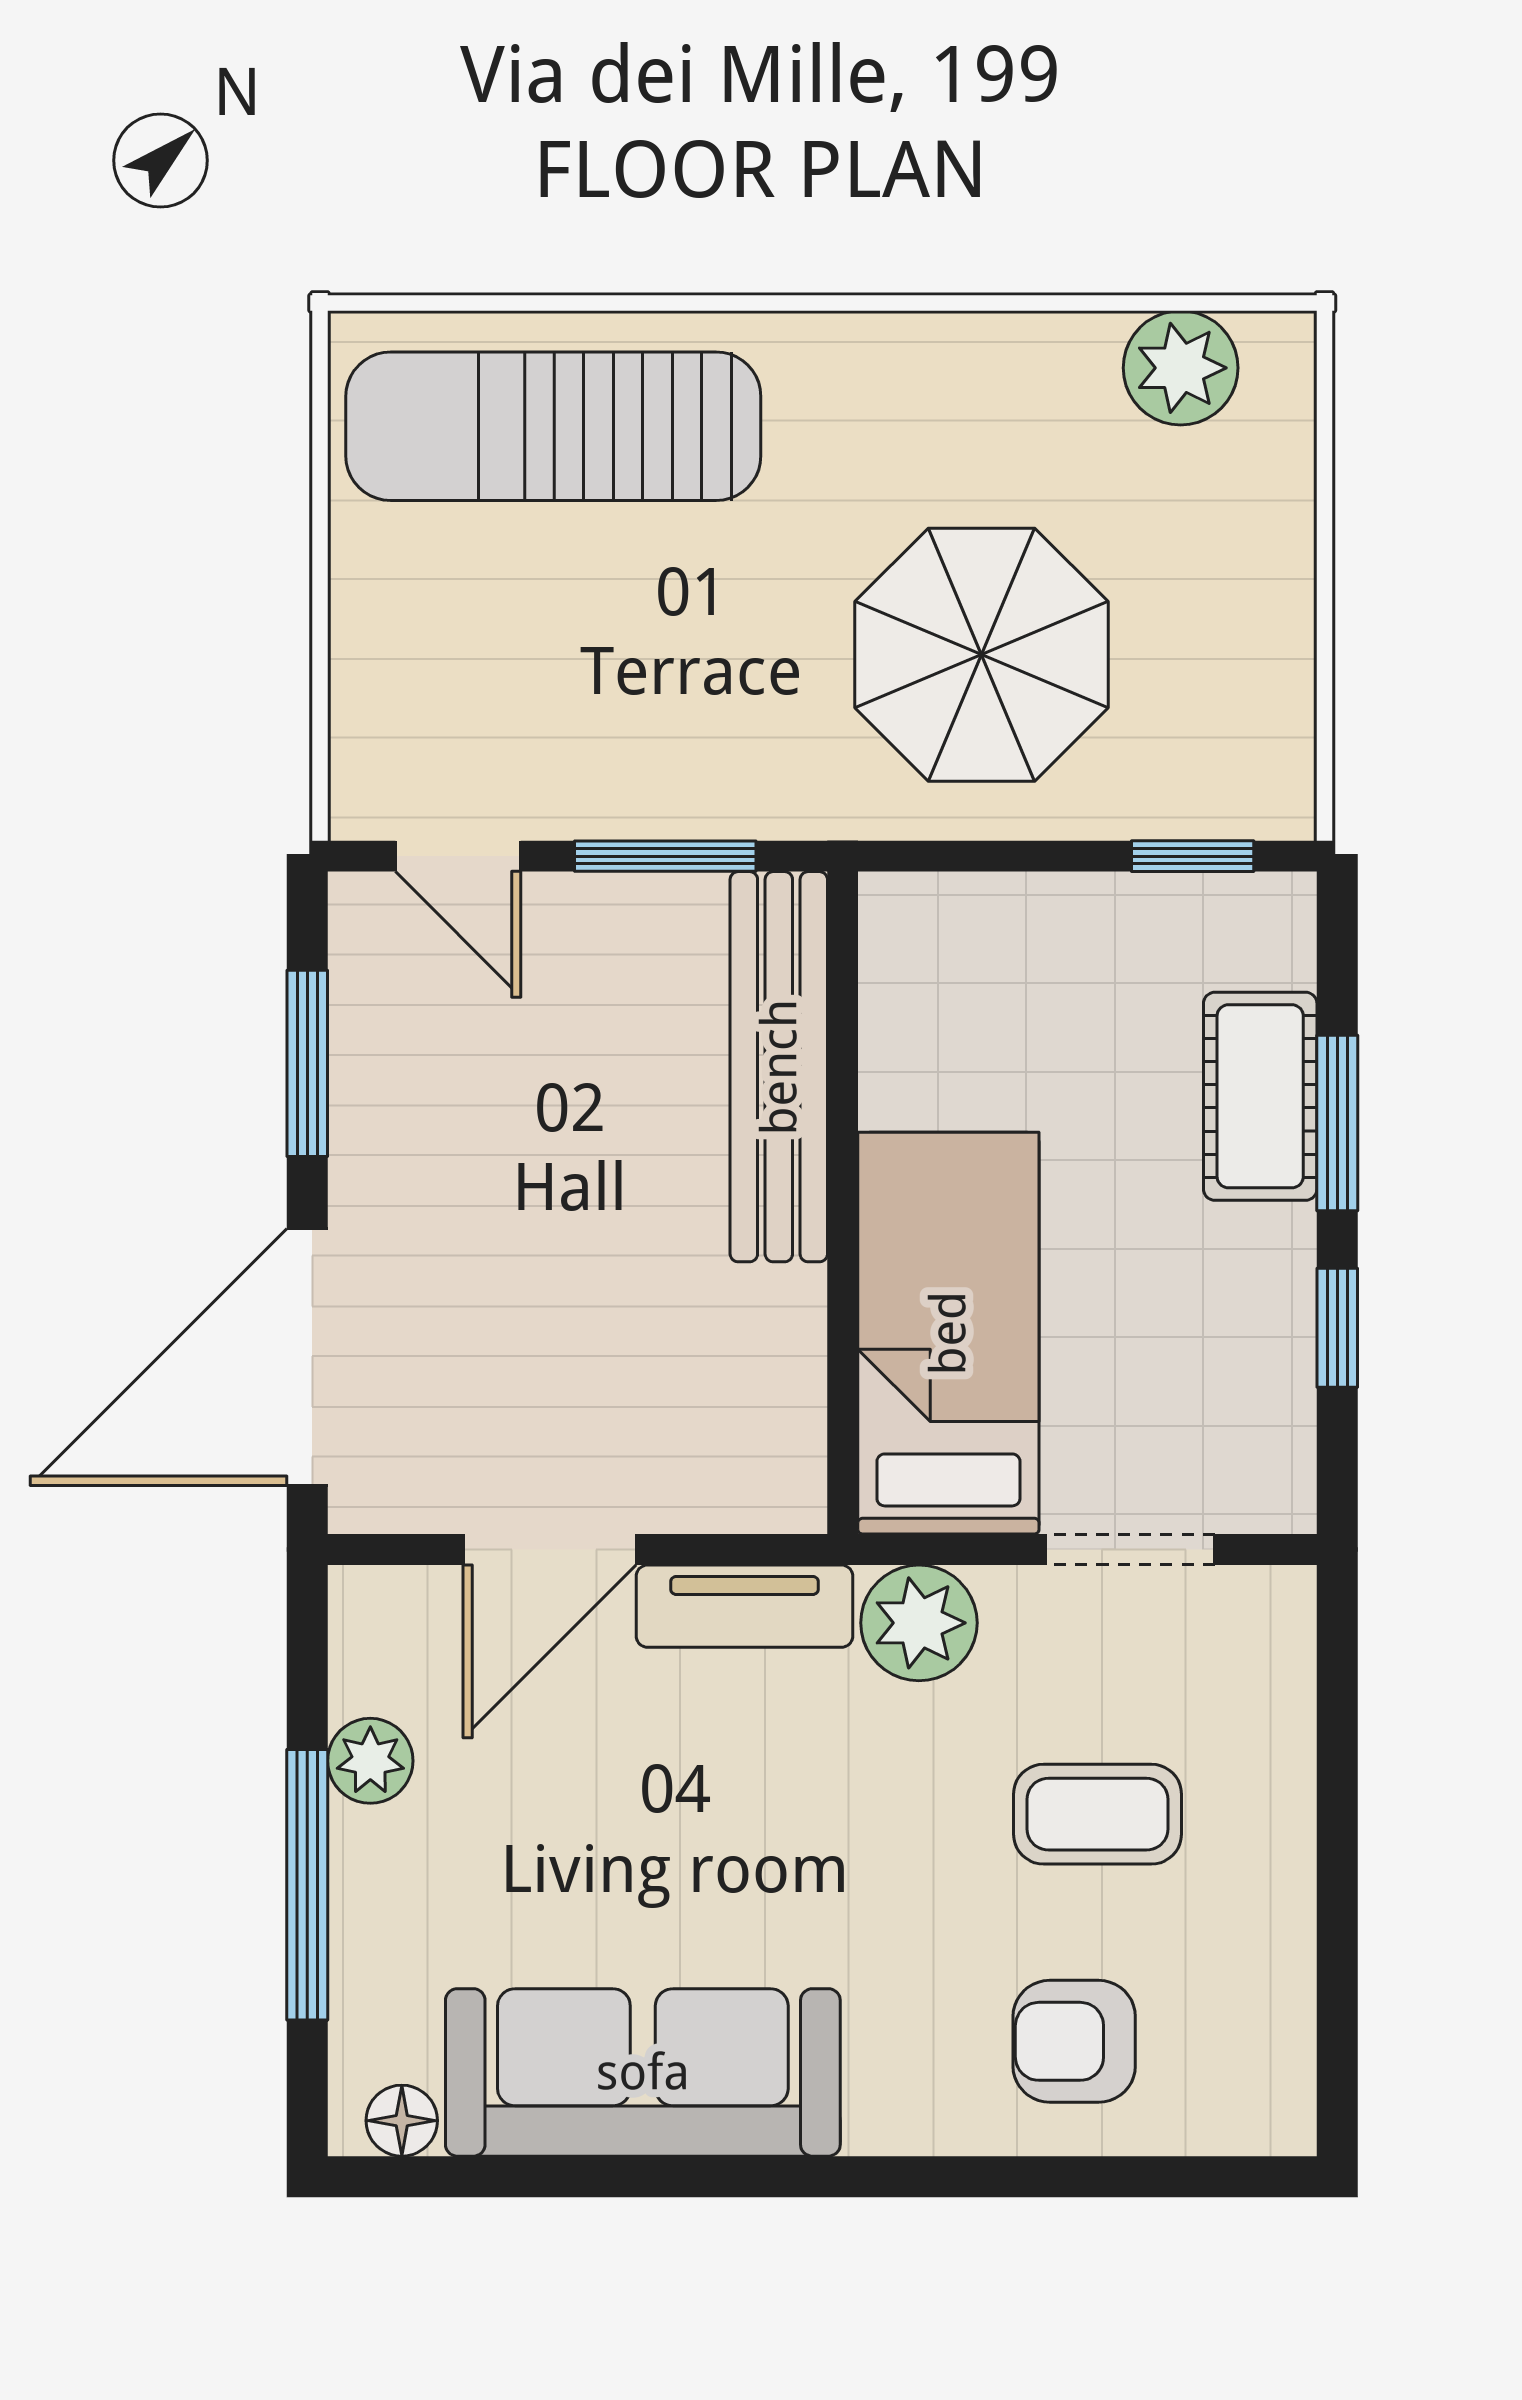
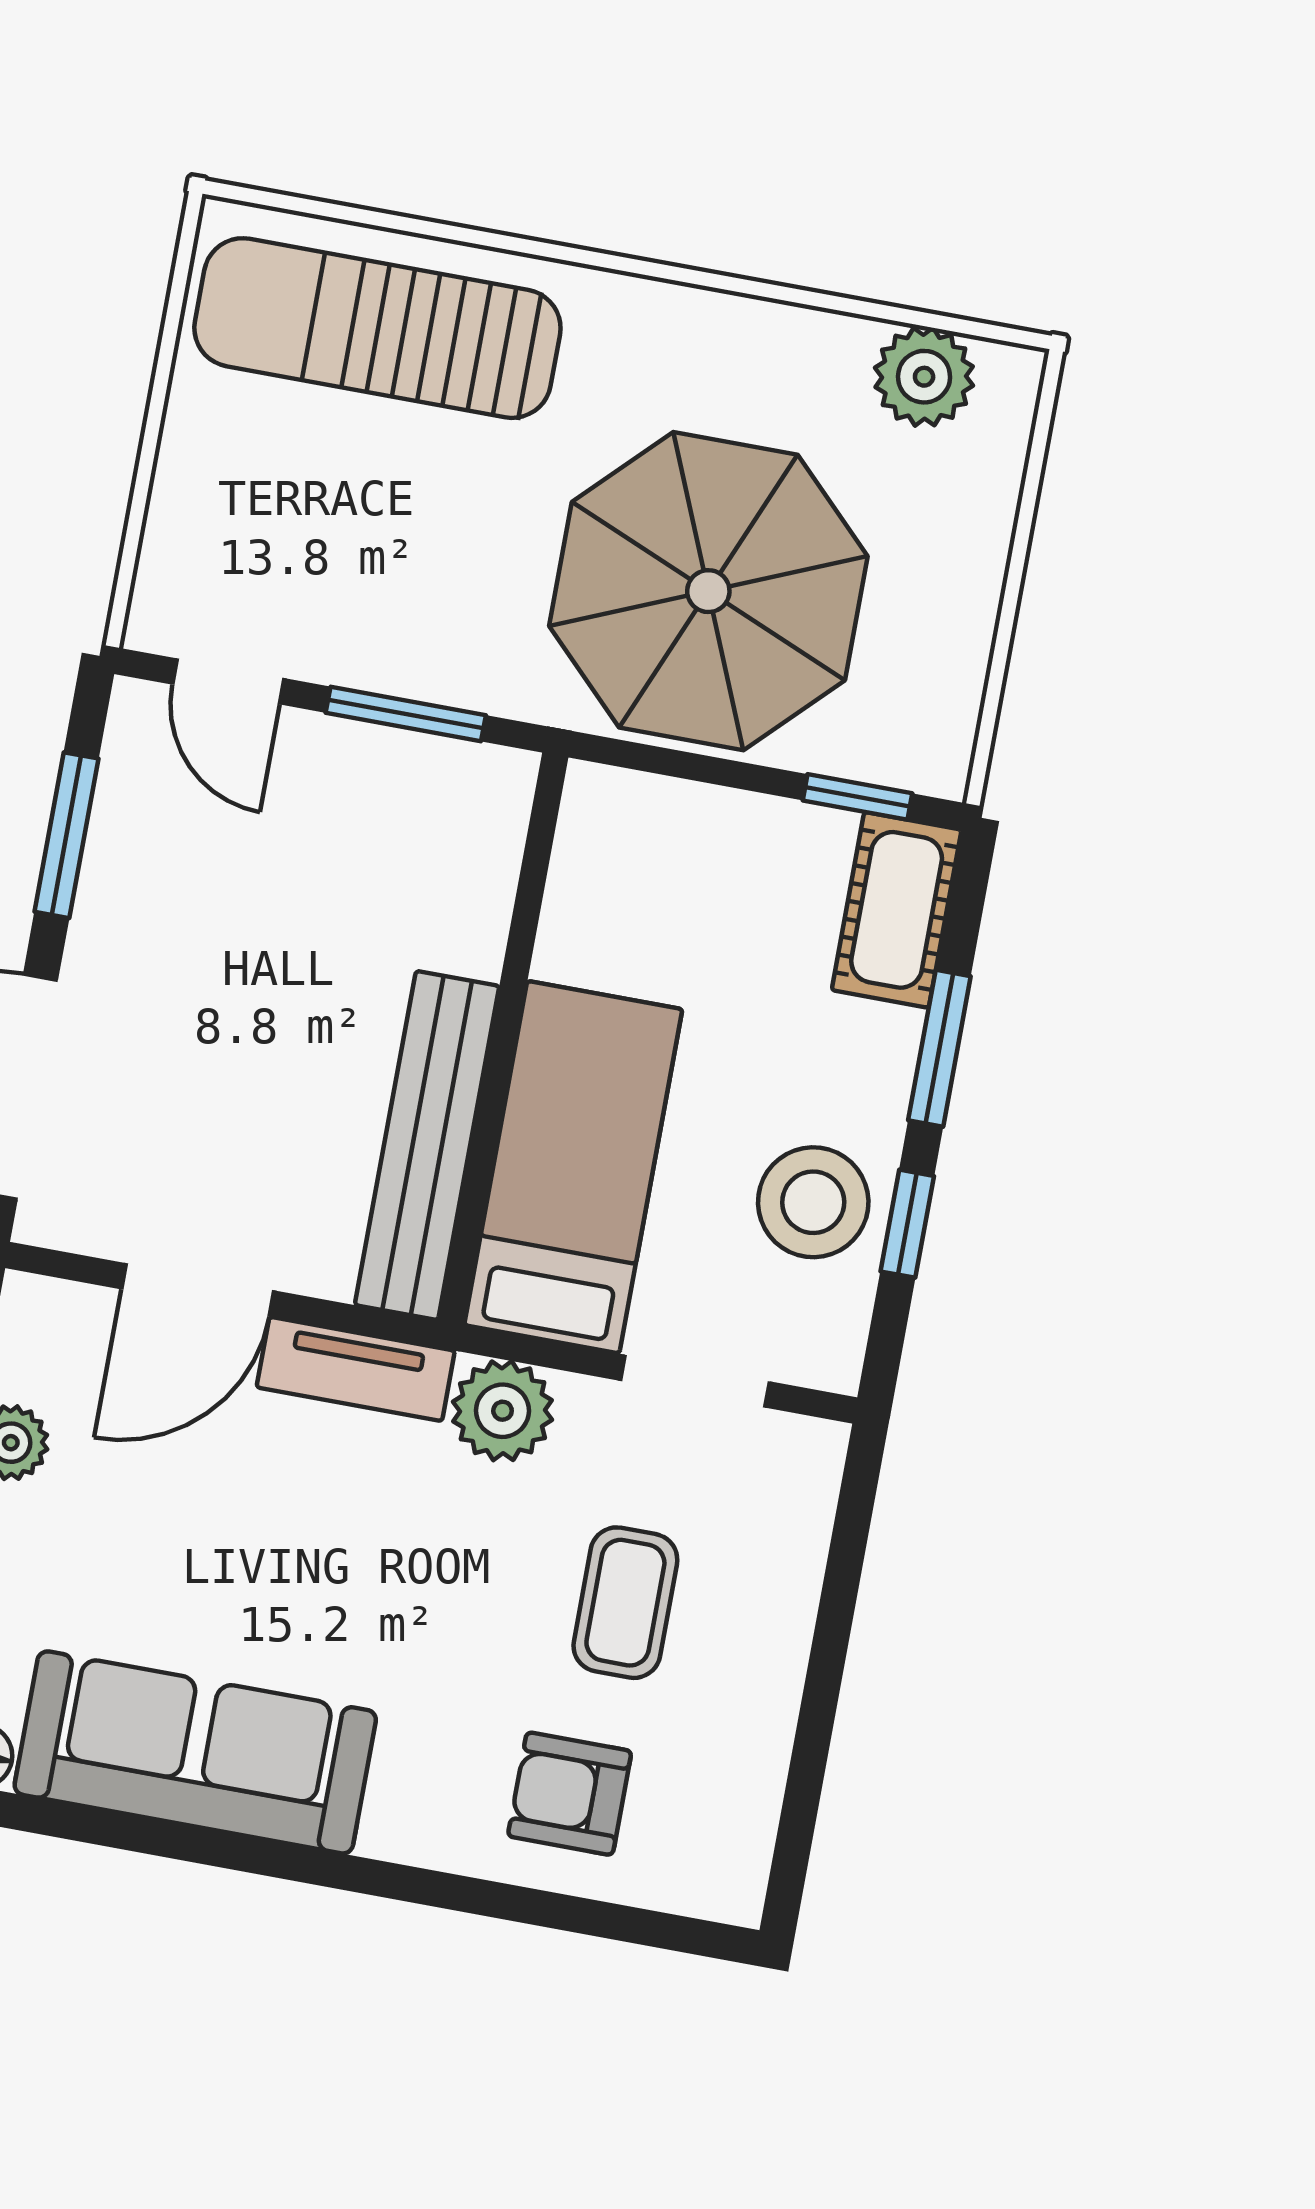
parasol: (982, 655) -> (708, 591), width x1.36, depth x1.36
bench: (779, 1067) -> (427, 1145), moved
cot: (1260, 1096) -> (897, 910), moved
stool: (1227, 1323) -> (813, 1202), added
coffee table: (1097, 1814) -> (625, 1603), turned 90

